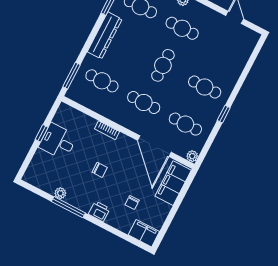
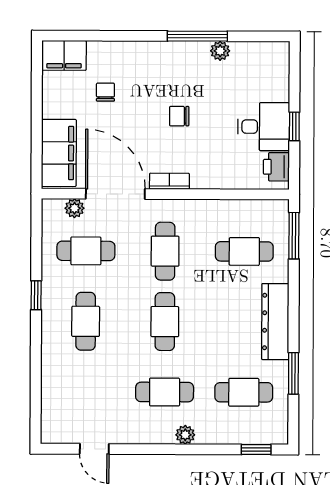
cafe table: (205, 87) -> (86, 321), turned 90
cafe table: (144, 102) -> (165, 251), turned 90
bookcase: (107, 130) -> (169, 181), moved
plant: (192, 156) -> (74, 208), moved
printer: (99, 211) -> (276, 167), moved, turned 90

